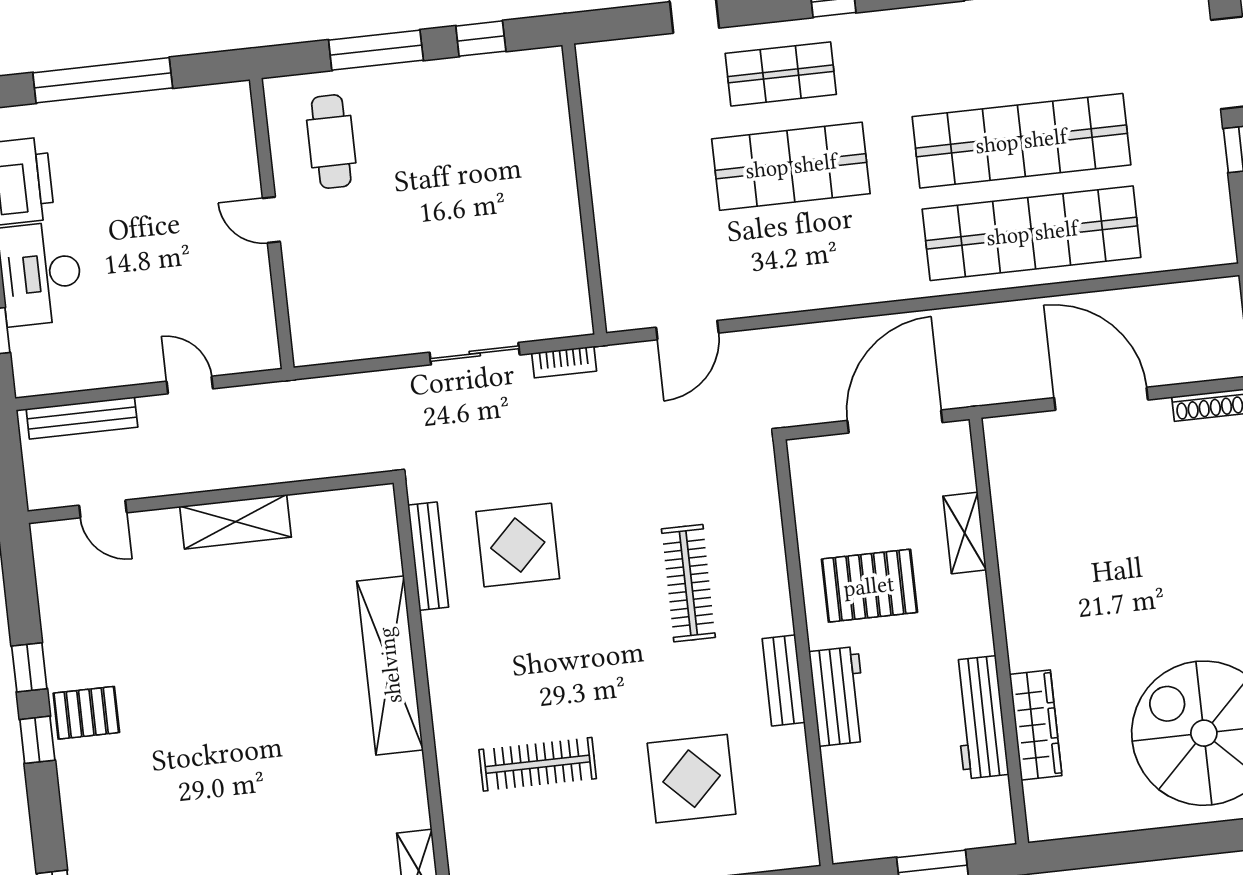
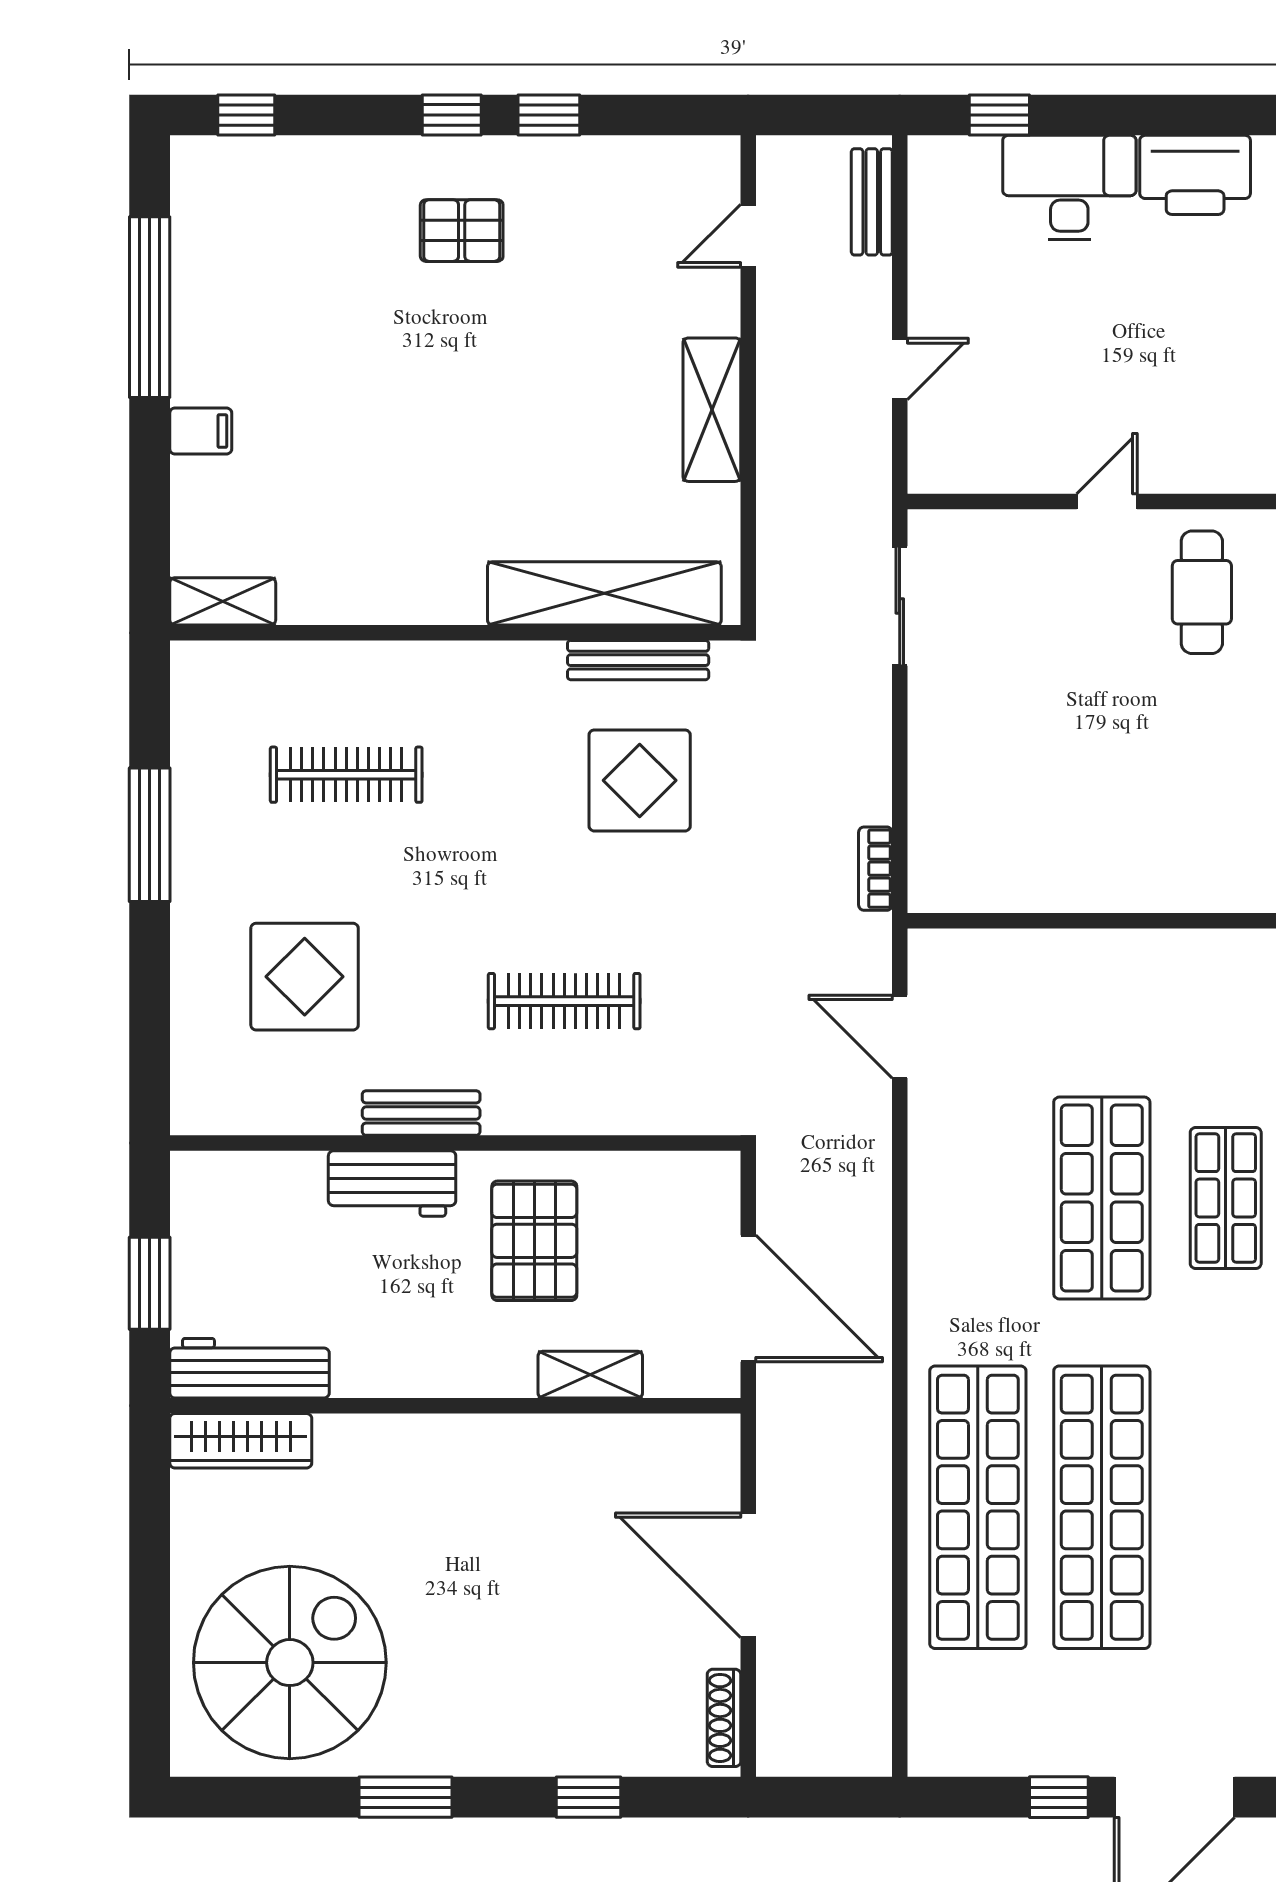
cafe table: (331, 142) -> (1202, 592), turned 90
sliding door: (475, 354) -> (900, 606), moved
door: (1101, 399) -> (748, 1575), swing flipped
bench: (82, 418) -> (872, 202), width x0.73
shelving: (390, 665) -> (604, 593), moved
pallet: (86, 713) -> (462, 231), moved, turned 90
workbench: (980, 717) -> (249, 1368), moved
wardrobe: (1036, 725) -> (241, 1441), moved
clothes rail: (538, 764) -> (346, 775), turned 90

